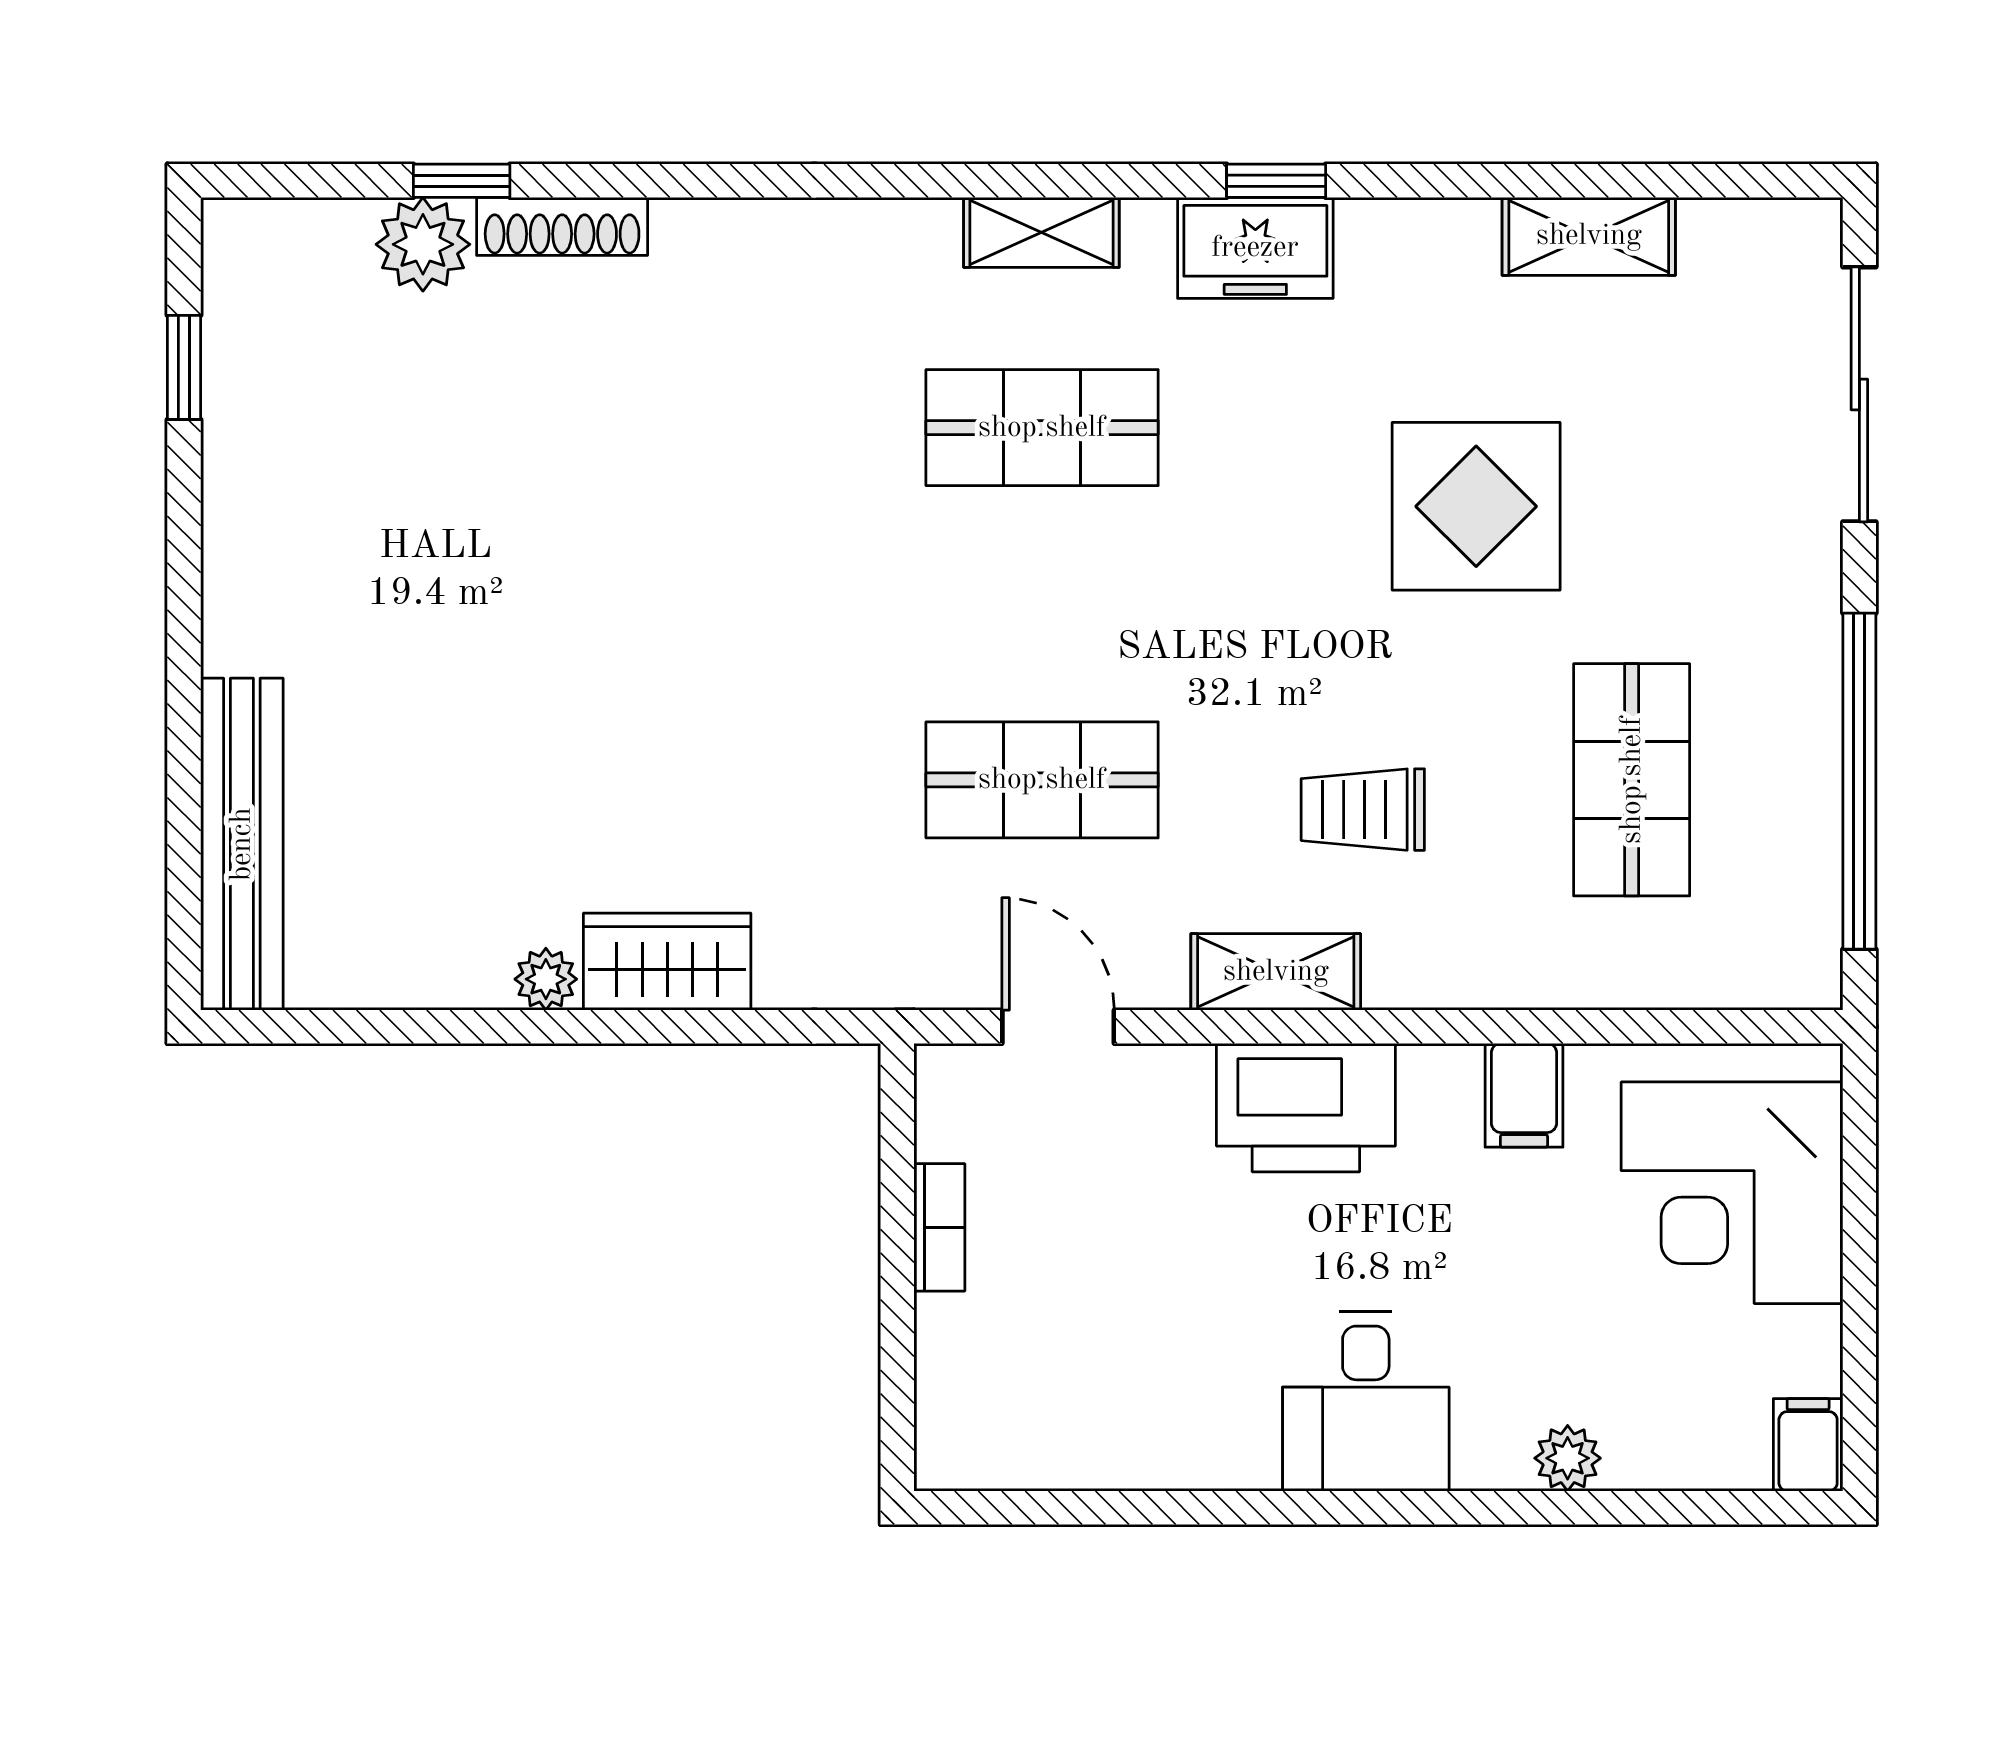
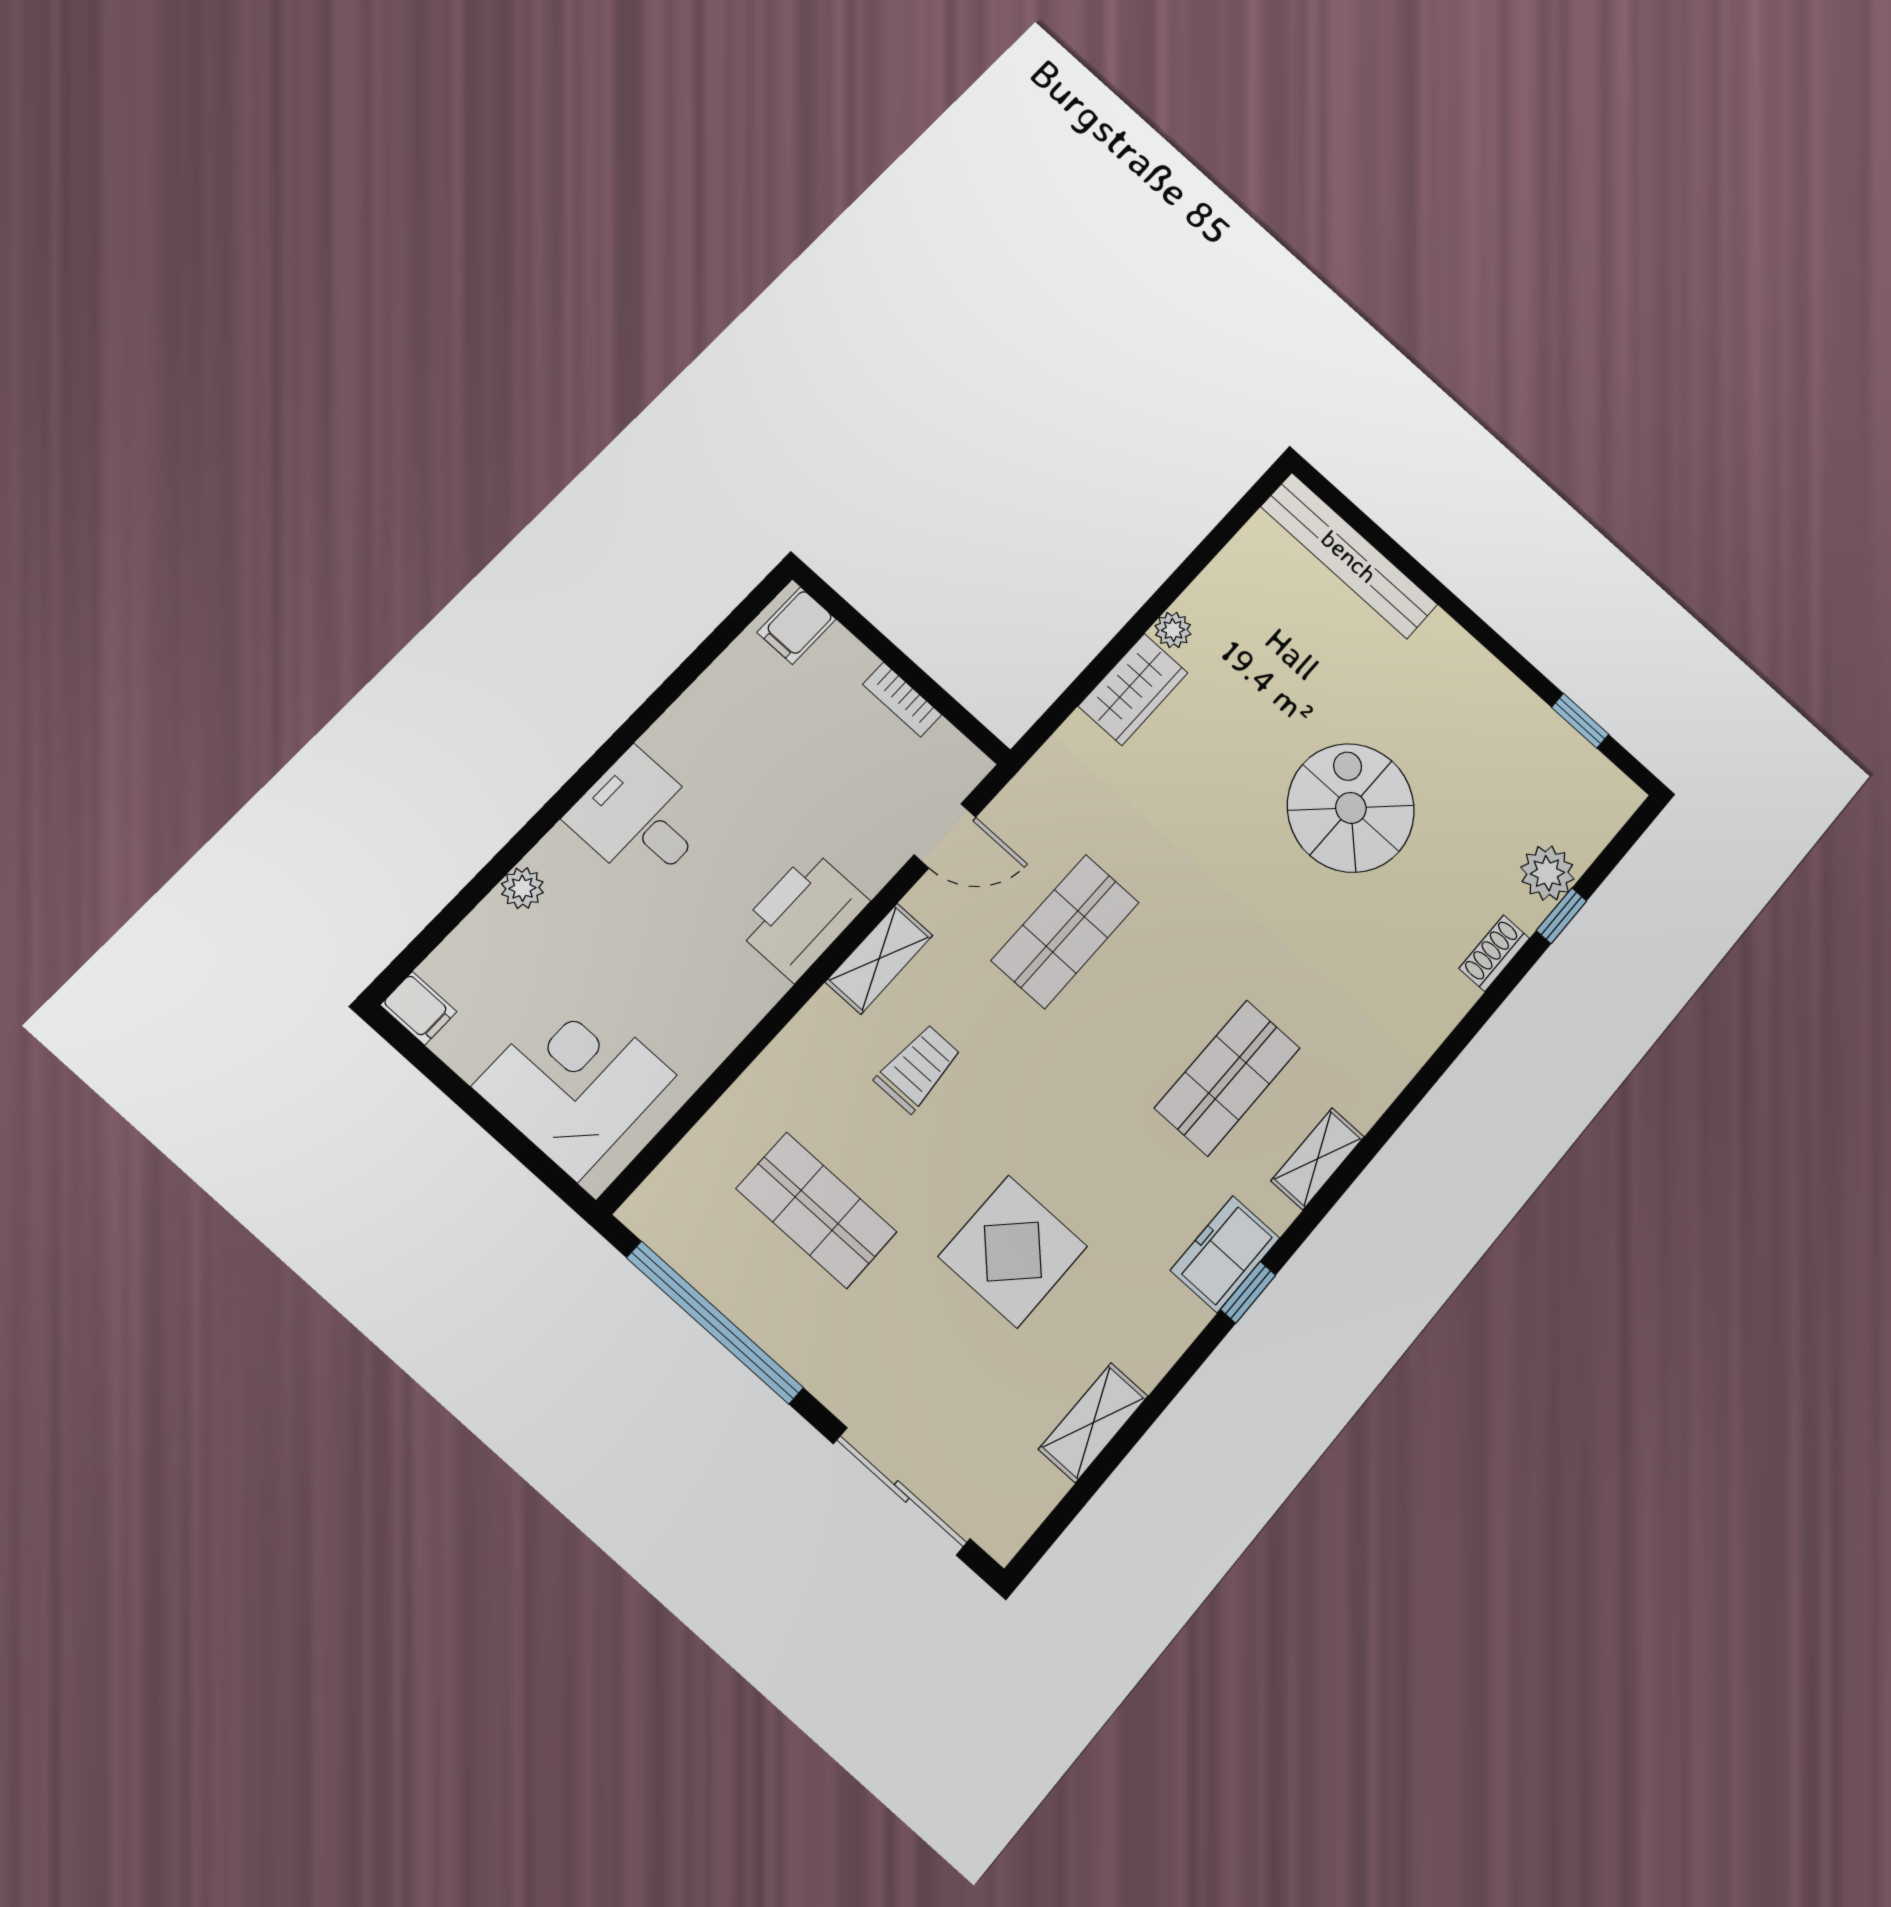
shoe rack: (562, 226) -> (1494, 953), width x0.70
spiral stairs: (568, 563) -> (1351, 808), added
filing cabinet: (1524, 1095) -> (797, 626), moved, turned -90

